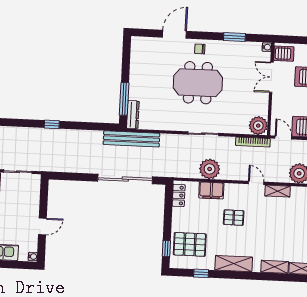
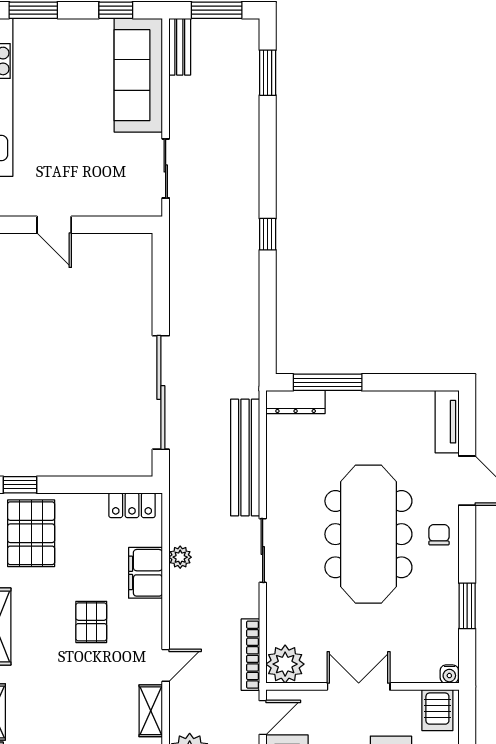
tv unit: (146, 42) -> (447, 422), added
double door: (271, 77) -> (359, 686), moved
meeting table: (198, 83) -> (368, 534), width x1.36
bench: (131, 139) -> (245, 458), moved
plant: (210, 169) -> (180, 557), width x0.53, depth x0.53

